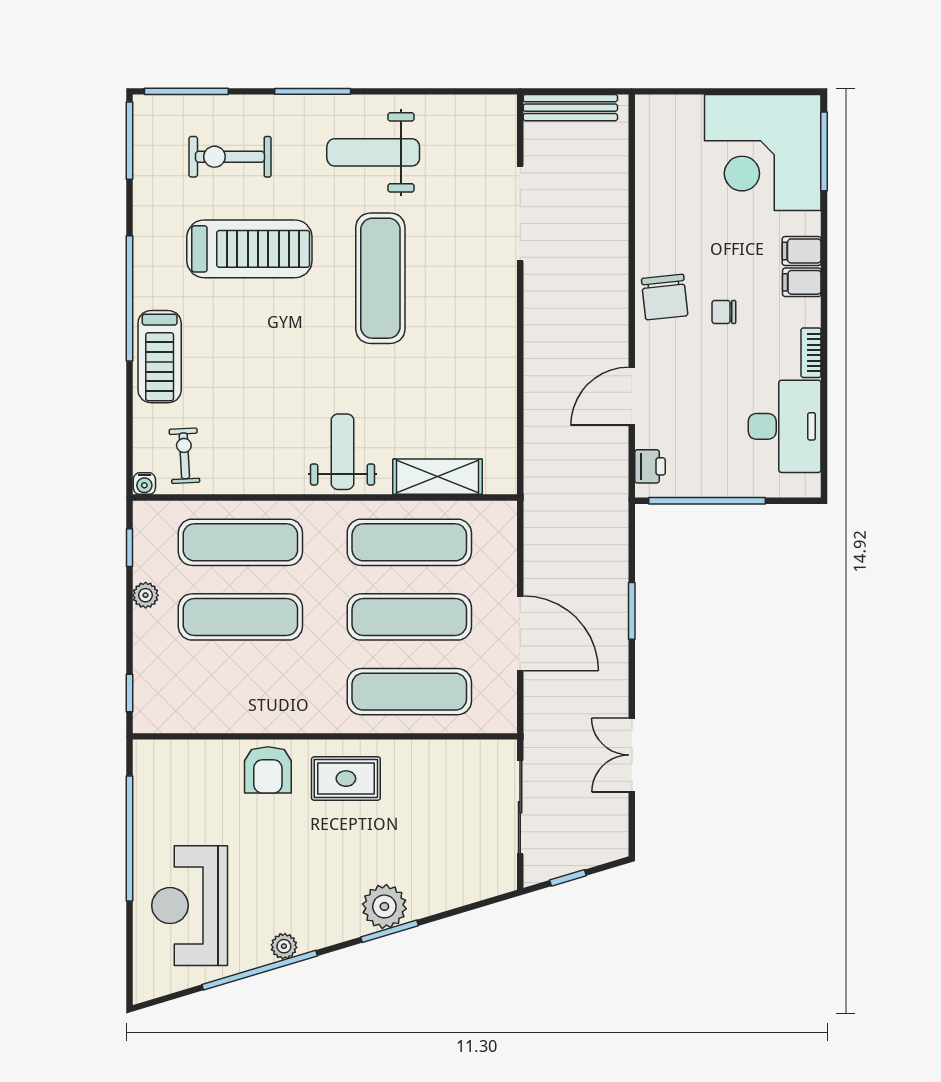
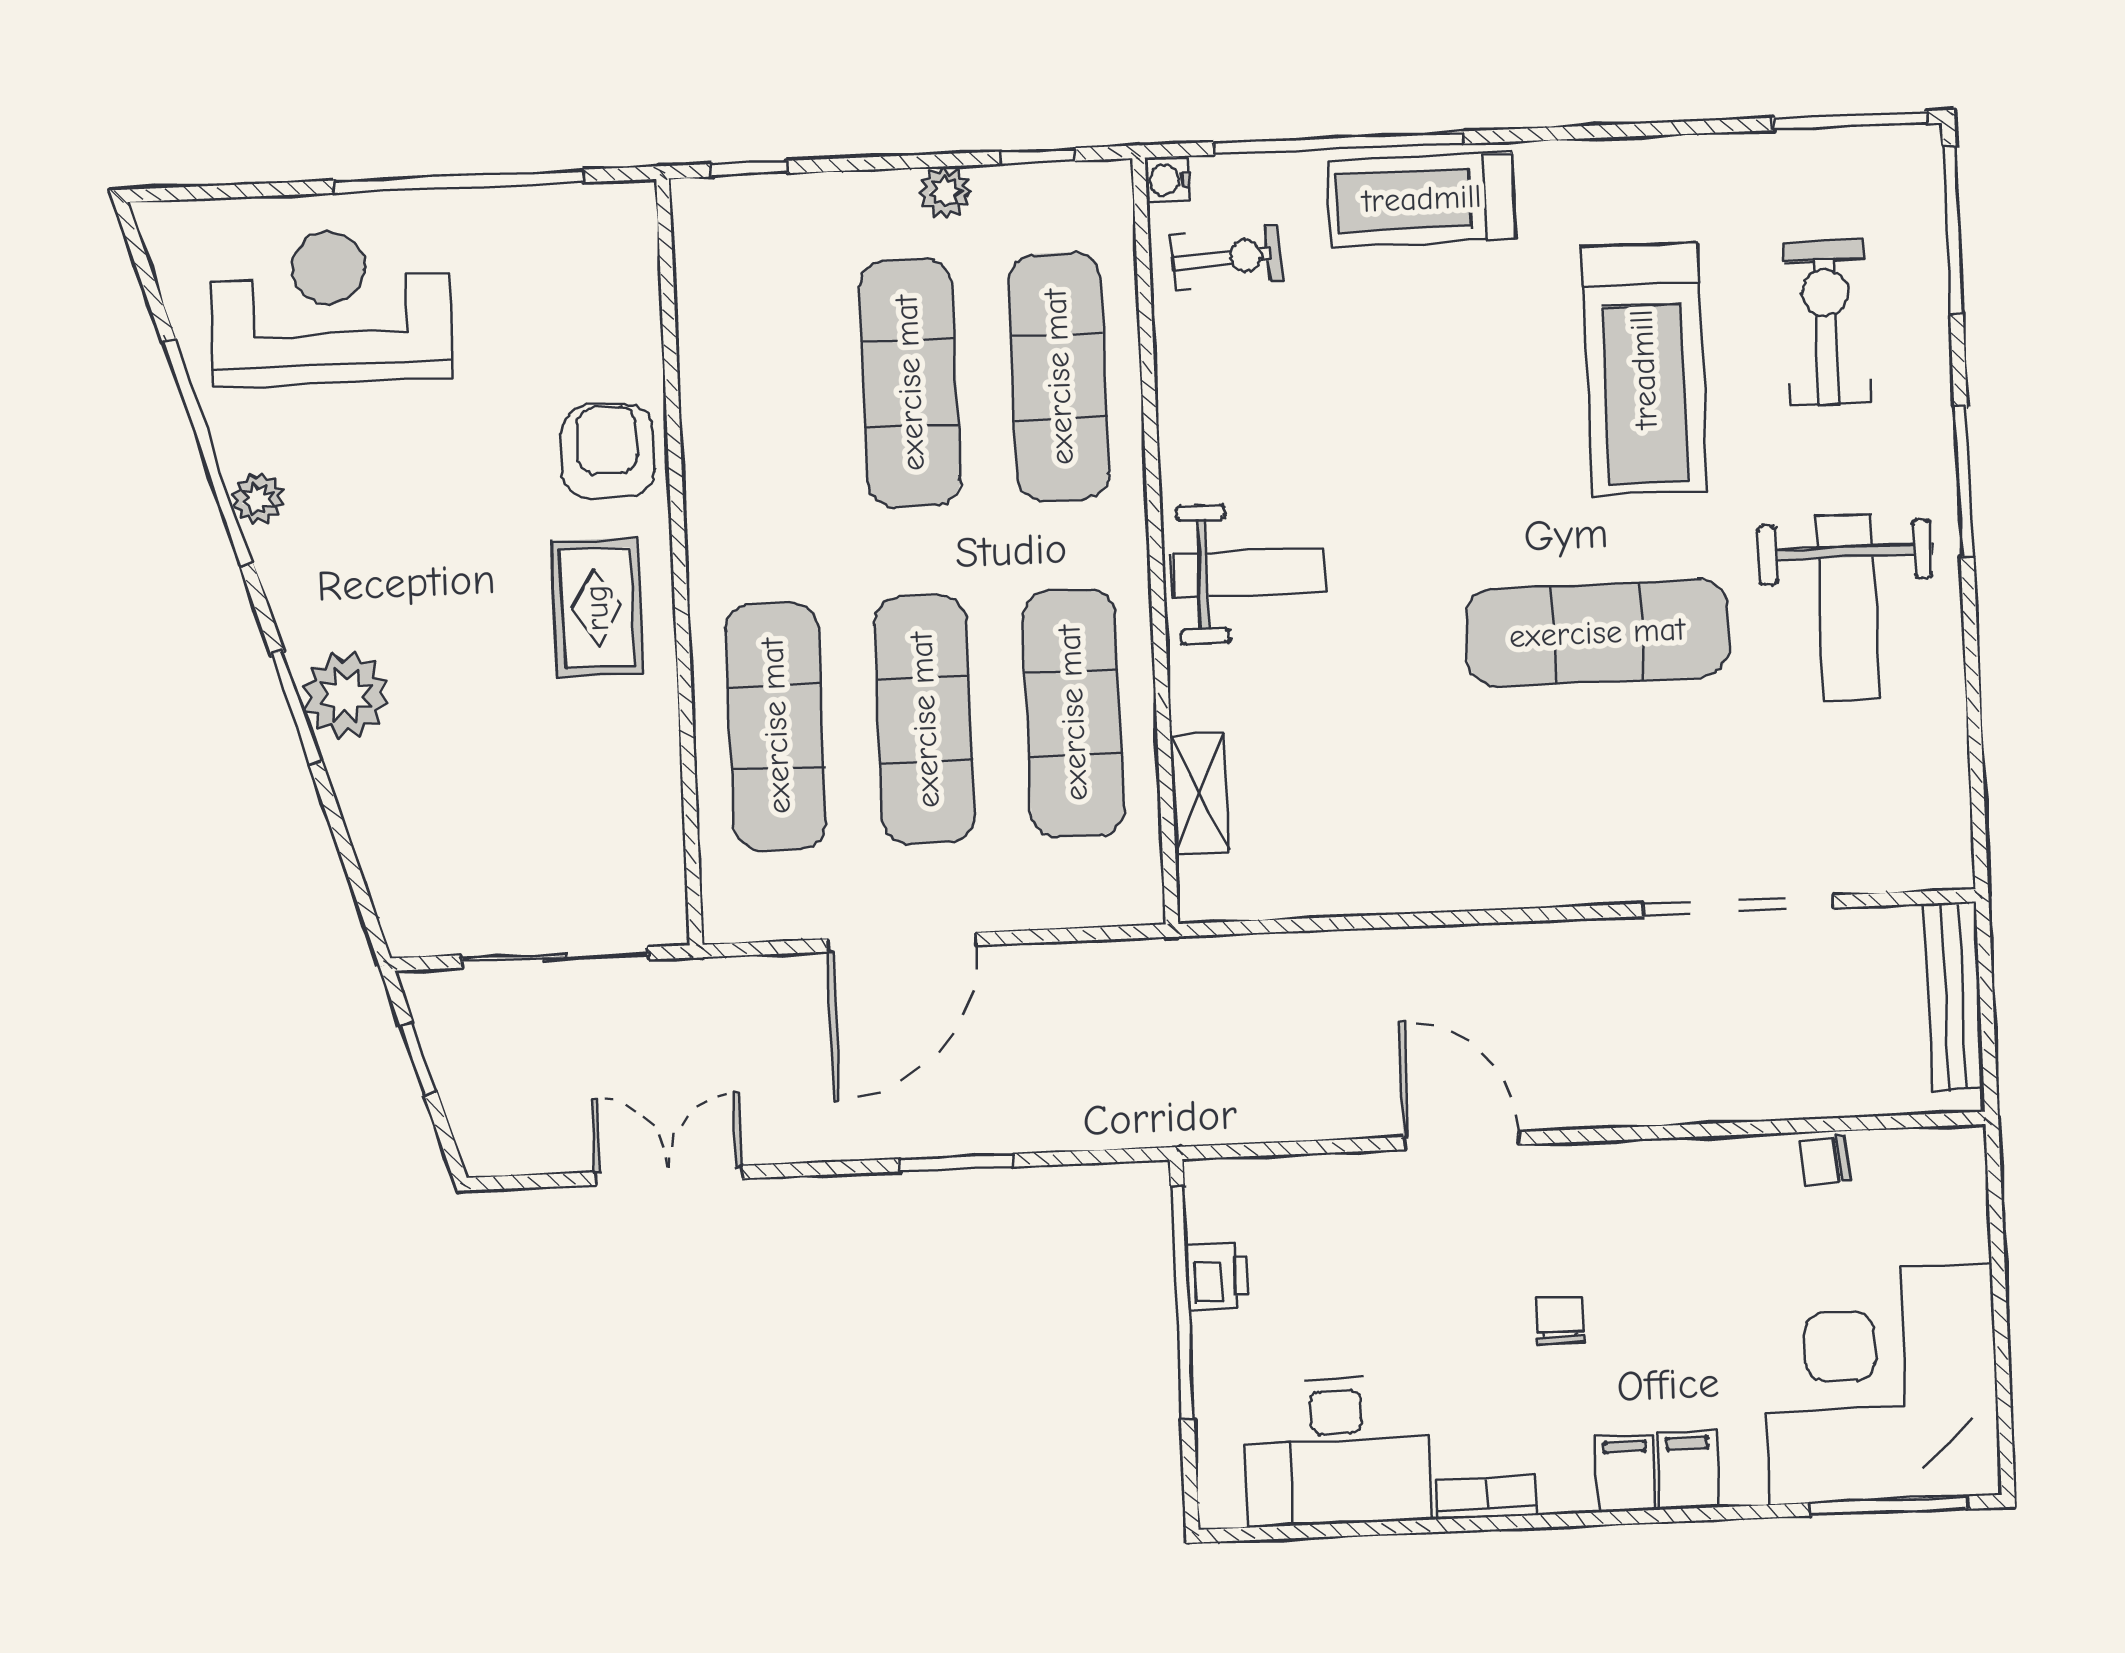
weight bench: (373, 152) -> (1848, 607), turned 180
chair: (665, 297) -> (1824, 1161), moved, width x0.54, depth x0.54
window: (129, 298) -> (1339, 143), moved
door: (632, 396) -> (1461, 1141), moved
printer: (650, 466) -> (1218, 1276), moved, turned -90
shelving: (438, 477) -> (1199, 794), width x0.67, depth x0.75
armchair: (268, 770) -> (608, 451), turned 90

